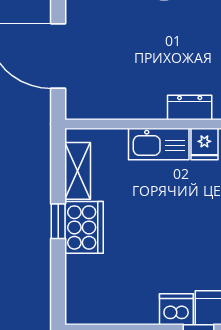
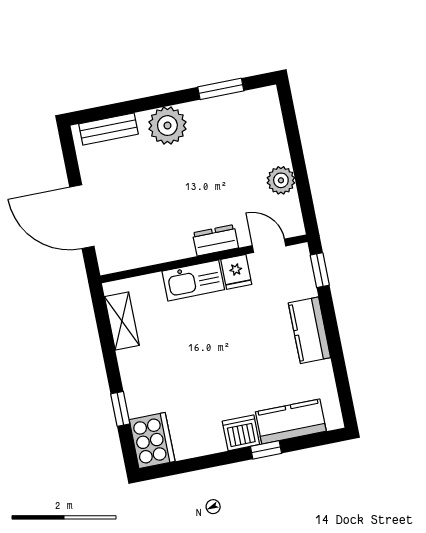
window: (58, 221) -> (120, 409), moved
cooker: (84, 227) -> (152, 441), moved

